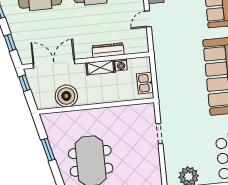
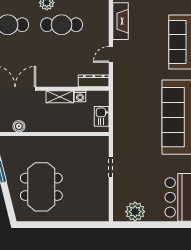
dresser: (108, 50) -> (94, 81), moved
boiler: (66, 96) -> (19, 126), width x0.54, depth x0.54

